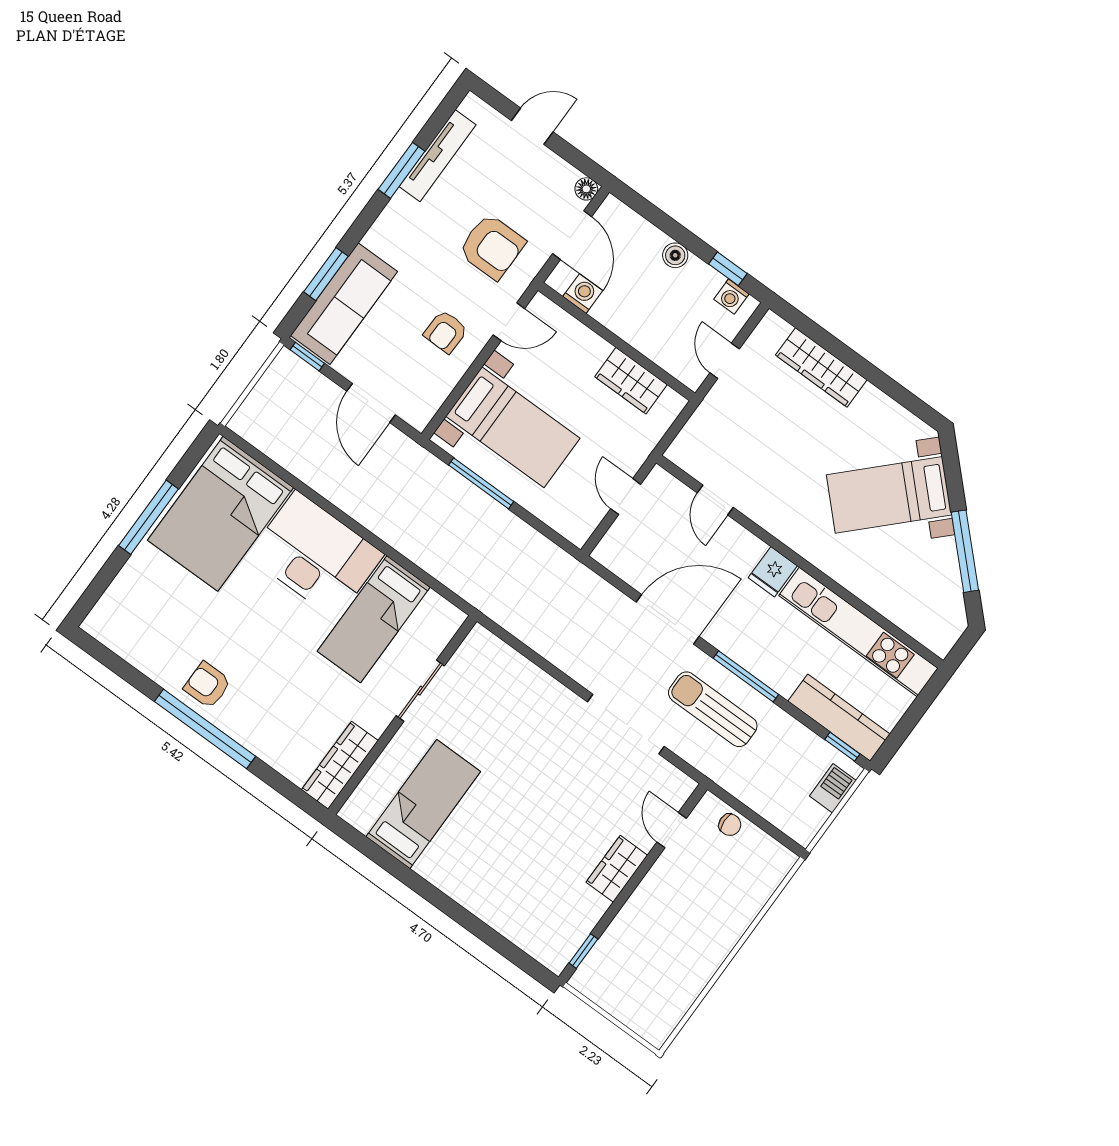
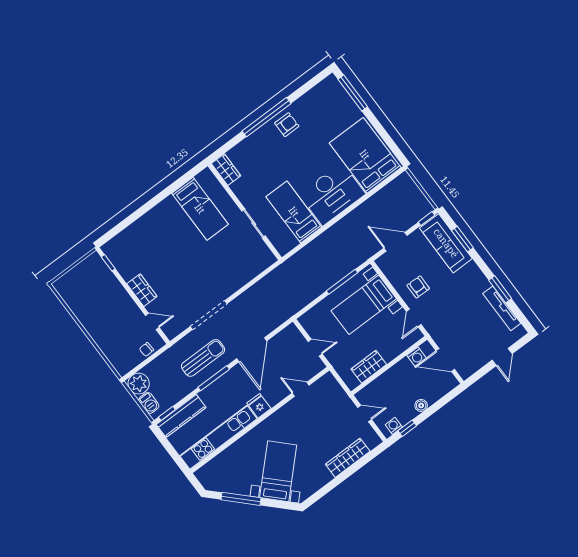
floor lamp: (586, 189) -> (465, 373), removed
armchair: (492, 247) -> (451, 321), removed
window: (148, 517) -> (353, 93), moved
wardrobe: (340, 765) -> (226, 170), width x0.67
plant: (801, 820) -> (139, 384), added

